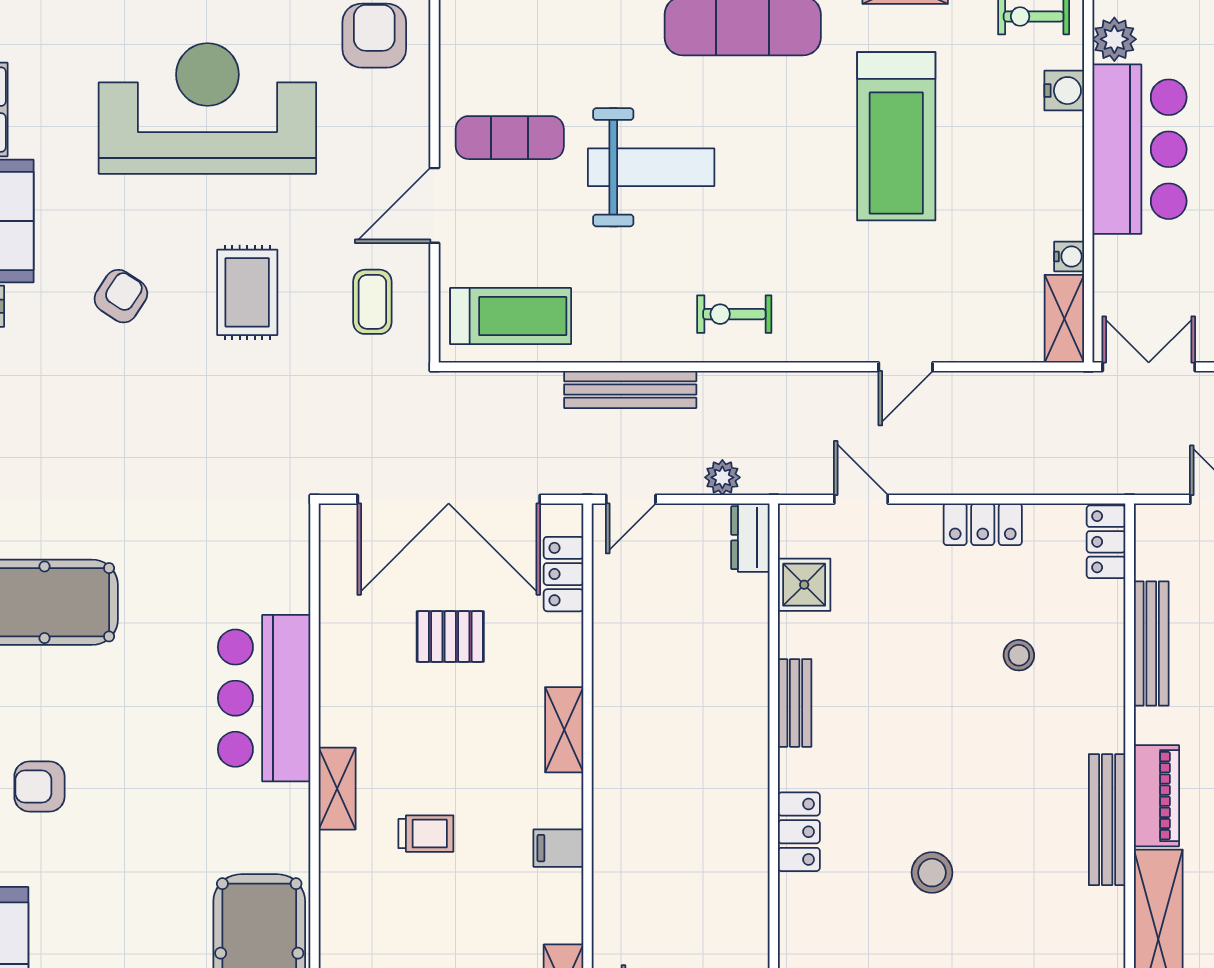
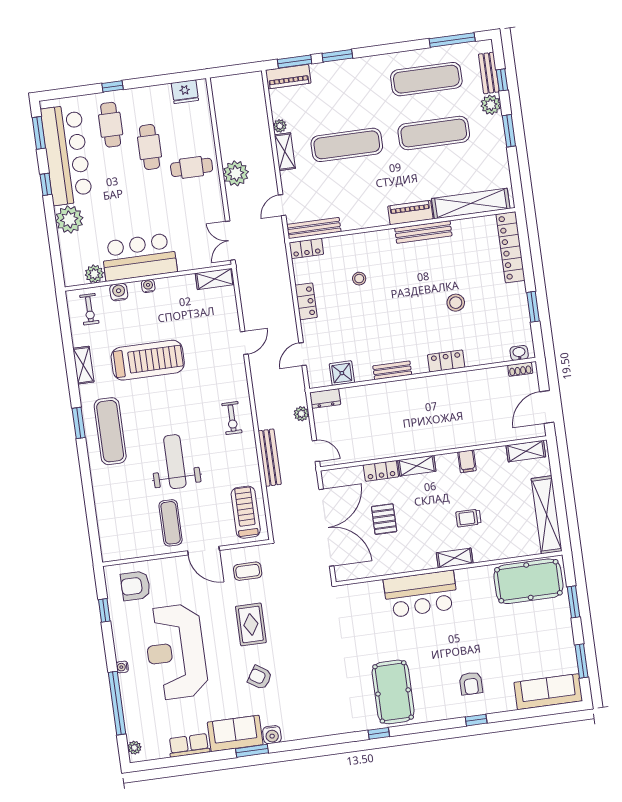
water cooler: (1069, 257) -> (148, 286), moved
rug: (247, 292) -> (251, 624), turned 90
door: (906, 367) -> (244, 343), hinge flipped
locker: (564, 574) -> (381, 471), moved
bench: (1151, 643) -> (314, 228), moved
trolley: (426, 834) -> (468, 518), turned -90

